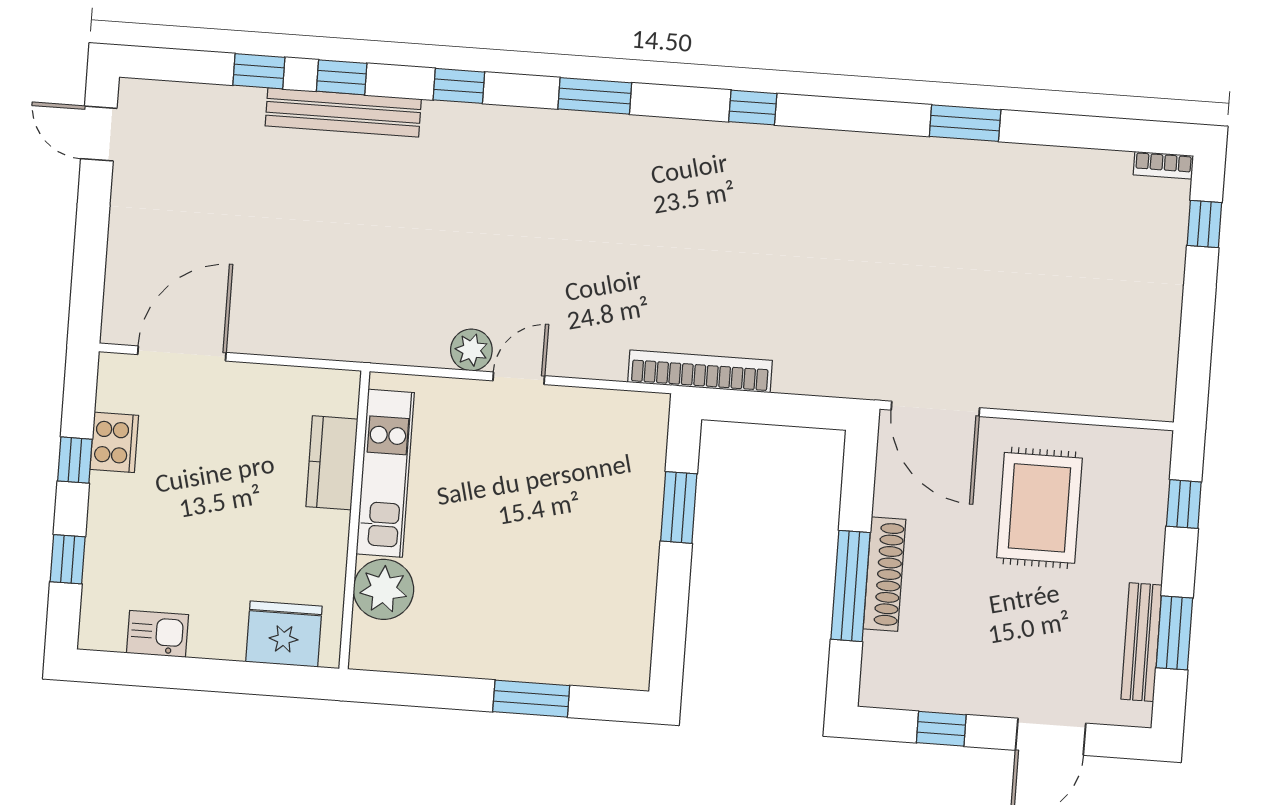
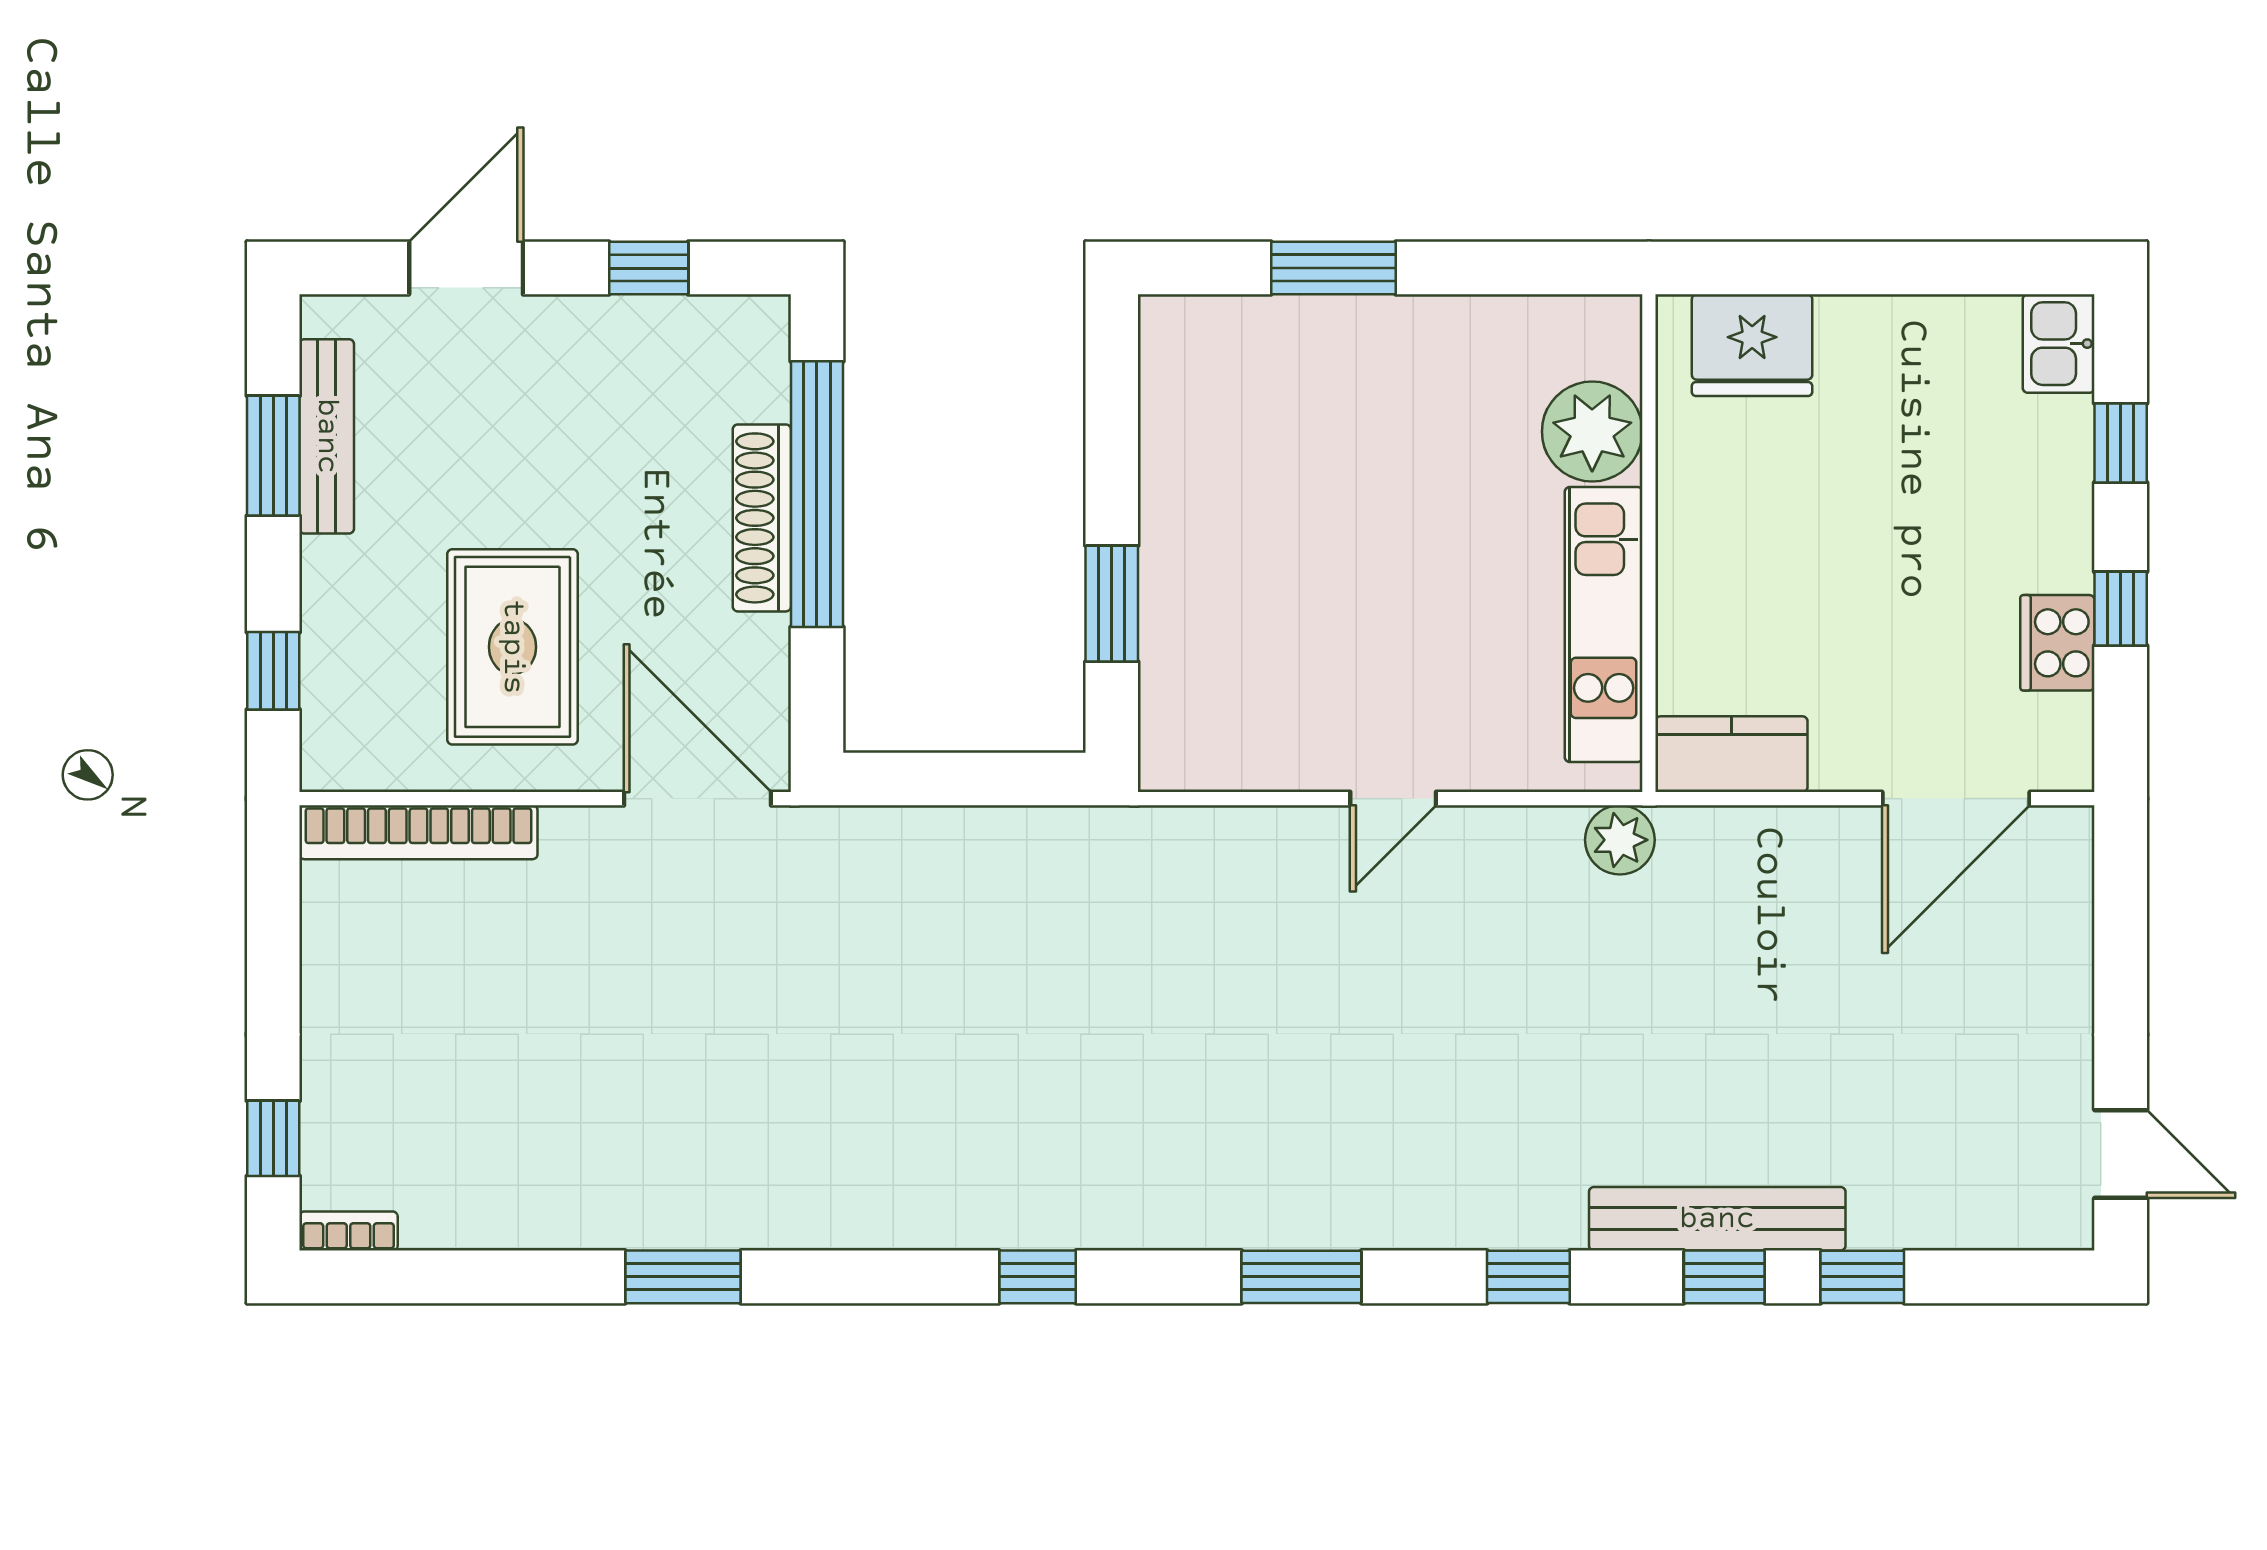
plant: (471, 350) -> (1620, 840), moved
bookcase: (700, 371) -> (418, 832), moved
kitchen counter: (332, 463) -> (1731, 754), moved, turned -90
window: (850, 586) -> (817, 494), width x1.46
kitchen sink: (158, 634) -> (2059, 344), moved, turned 90

